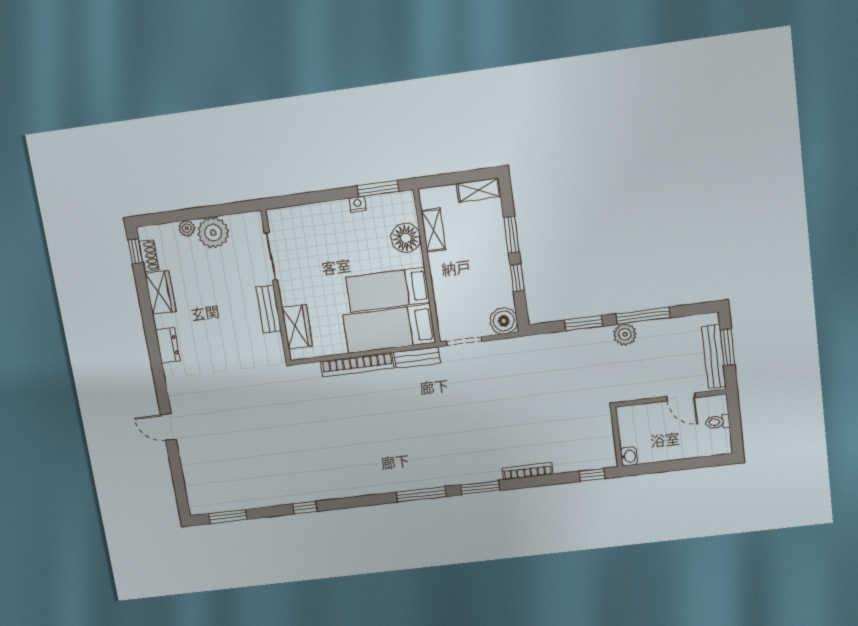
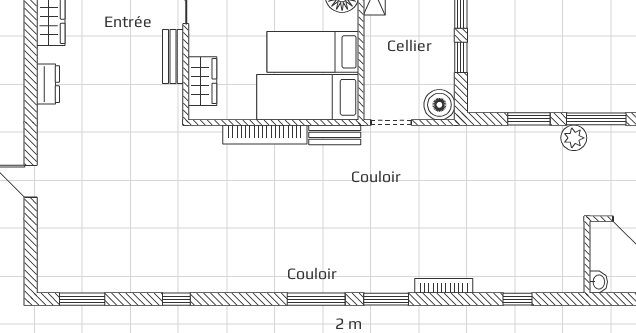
wall: (617, 437) -> (587, 257), moved
washbasin: (629, 456) -> (598, 282), moved

